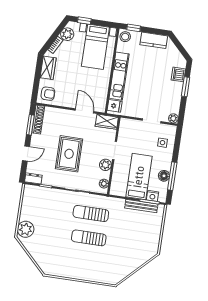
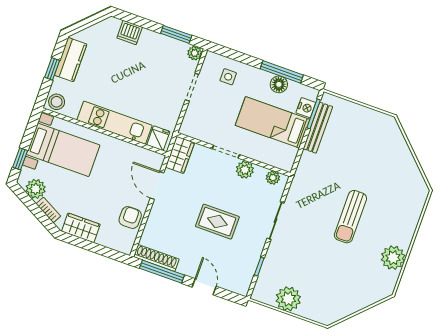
window: (134, 28) -> (52, 69), moved
window: (186, 87) -> (176, 34), moved
armchair: (48, 94) -> (130, 218), moved
door: (84, 111) -> (157, 185), hinge flipped
window: (30, 125) -> (162, 272), width x1.44
rug: (69, 154) -> (217, 222), width x0.73, depth x0.70
dresser: (33, 178) -> (244, 283), removed
sun lounger: (91, 213) -> (314, 206), removed
plant: (26, 229) -> (288, 299), moved
plant: (68, 270) -> (393, 258), added

